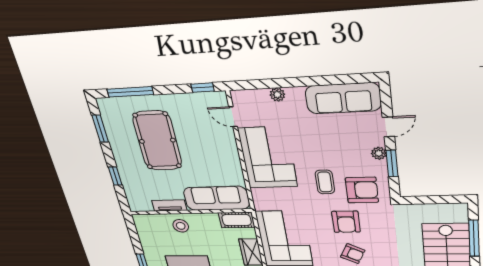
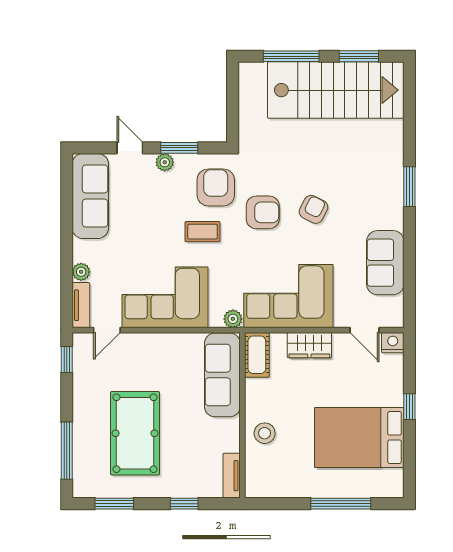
tv unit: (249, 96) -> (81, 305), added
pool table: (157, 141) -> (135, 433), turned 90
plant: (260, 204) -> (233, 319), added
tv unit: (169, 205) -> (232, 476), moved

